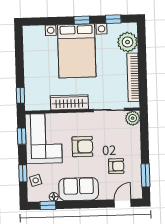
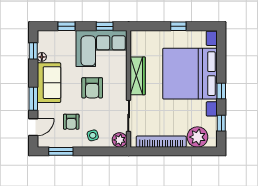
bed with nightstands: (77, 51) -> (190, 74), width x1.36
window: (20, 95) -> (178, 26), moved
side table: (36, 180) -> (93, 135), moved
door: (123, 203) -> (33, 127), hinge flipped
window: (95, 204) -> (33, 99), added

